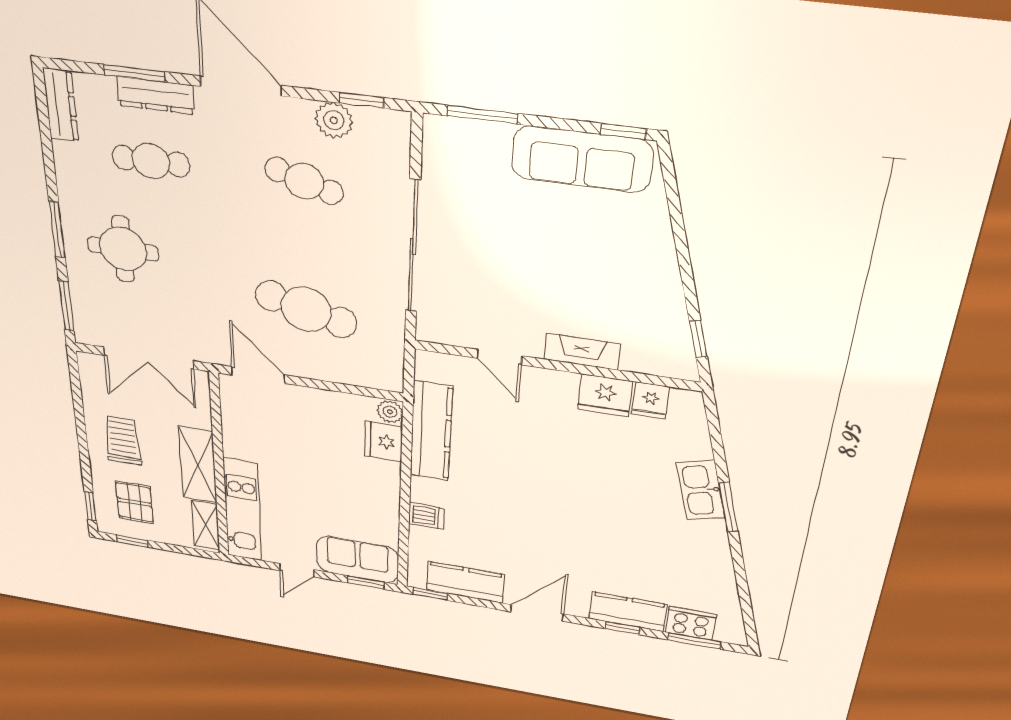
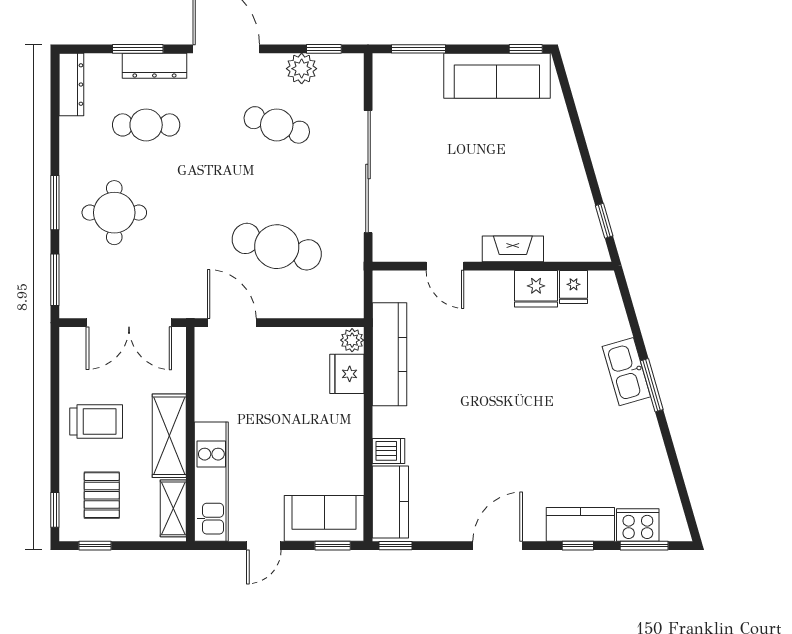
trolley: (123, 440) -> (96, 422), turned 90
kitchen counter: (465, 582) -> (390, 502), moved, turned 90

